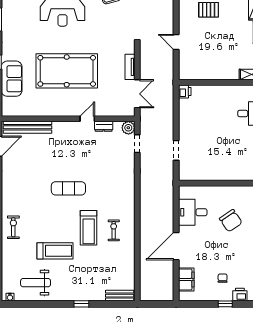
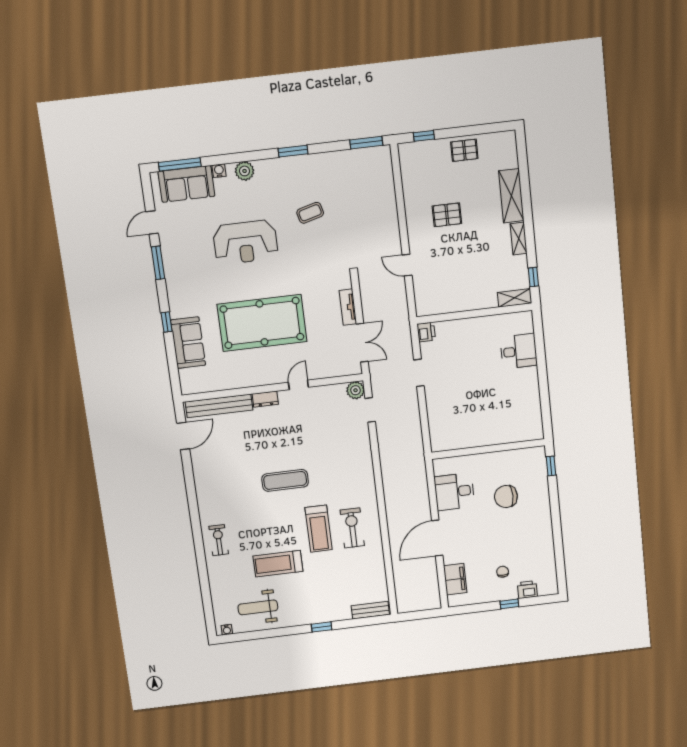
dresser: (104, 126) -> (265, 399), moved
doorway: (176, 150) -> (419, 373), moved
chair: (231, 221) -> (506, 496), turned 124
exercise bike: (114, 230) -> (352, 528), width x1.38, depth x1.39
treadmill: (55, 251) -> (278, 564), turned 180

